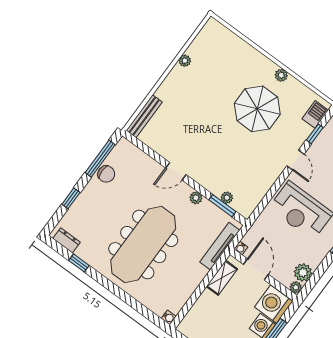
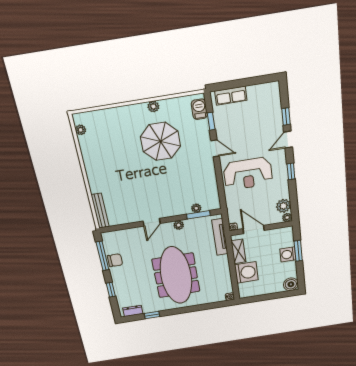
plant: (185, 61) -> (81, 130), moved
washing machine: (274, 304) -> (246, 272), moved, turned 180

